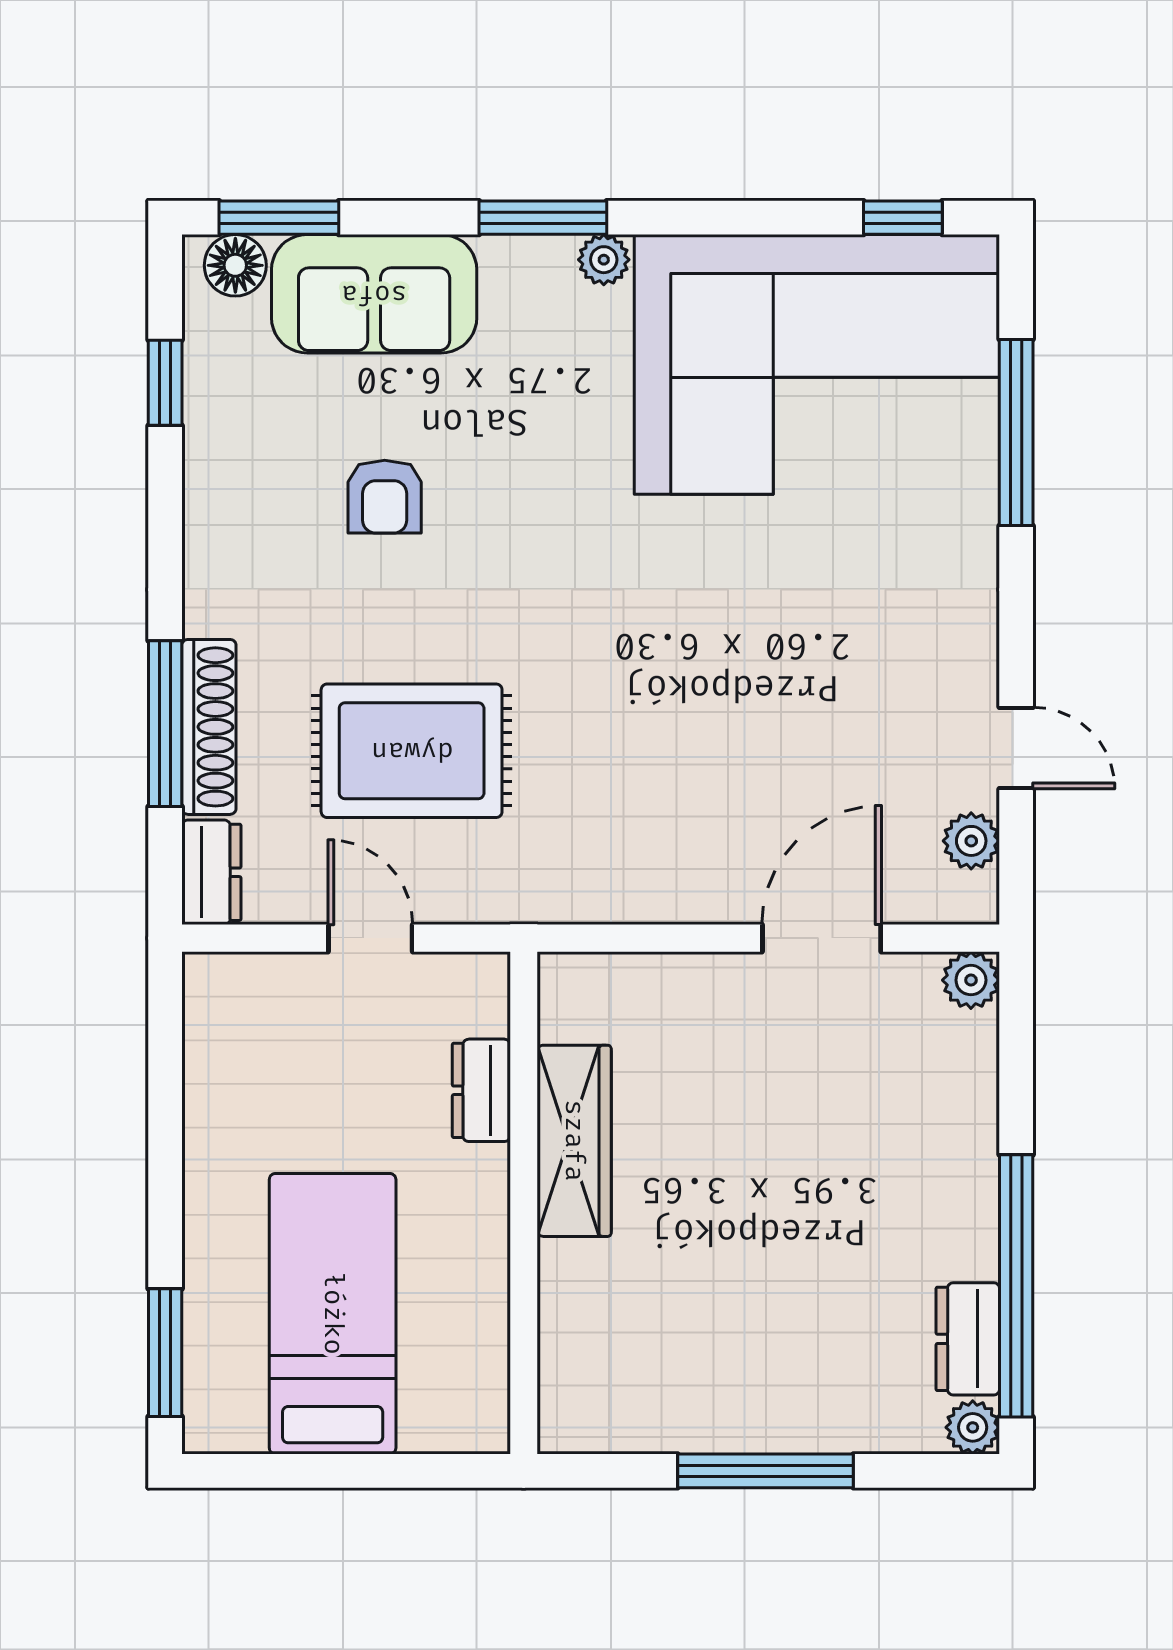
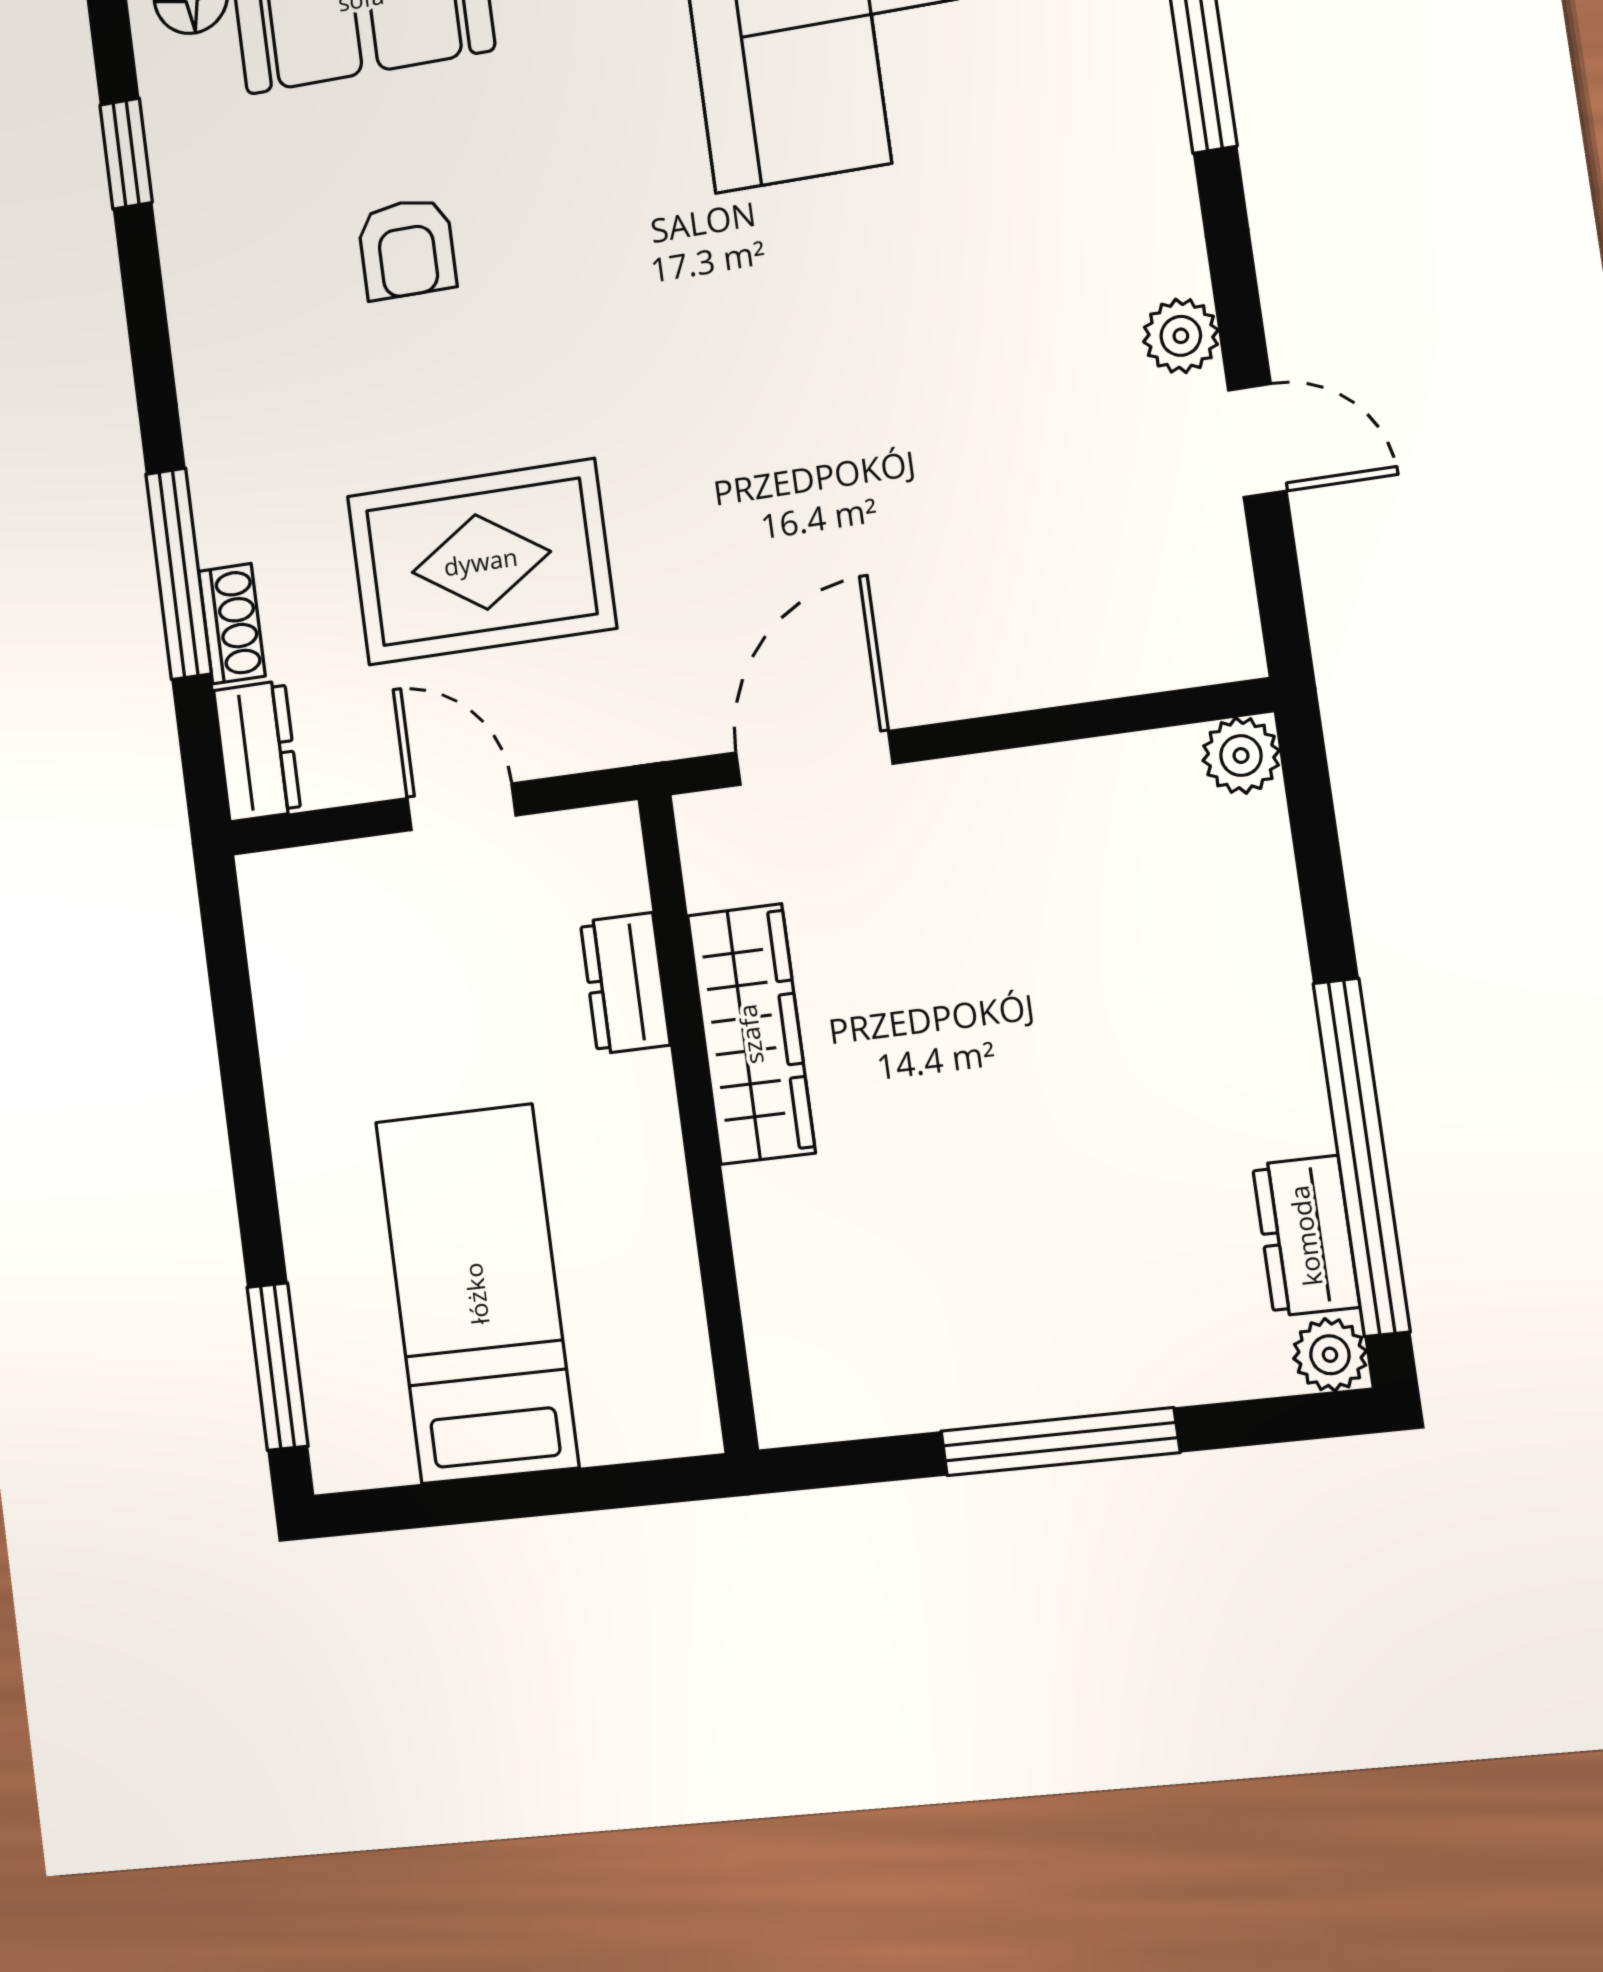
shoe rack: (209, 727) -> (232, 624), width x0.51, depth x0.81
plant: (971, 841) -> (1181, 336), moved
door: (822, 938) -> (814, 758), moved

